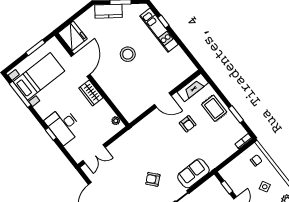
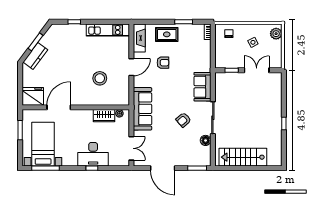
kitchen unit: (159, 30) -> (108, 30), moved
stool: (128, 54) -> (100, 78), moved
door: (80, 65) -> (59, 107), hinge flipped
wardrobe: (91, 93) -> (104, 116), moved
sofa: (135, 137) -> (143, 109), added

